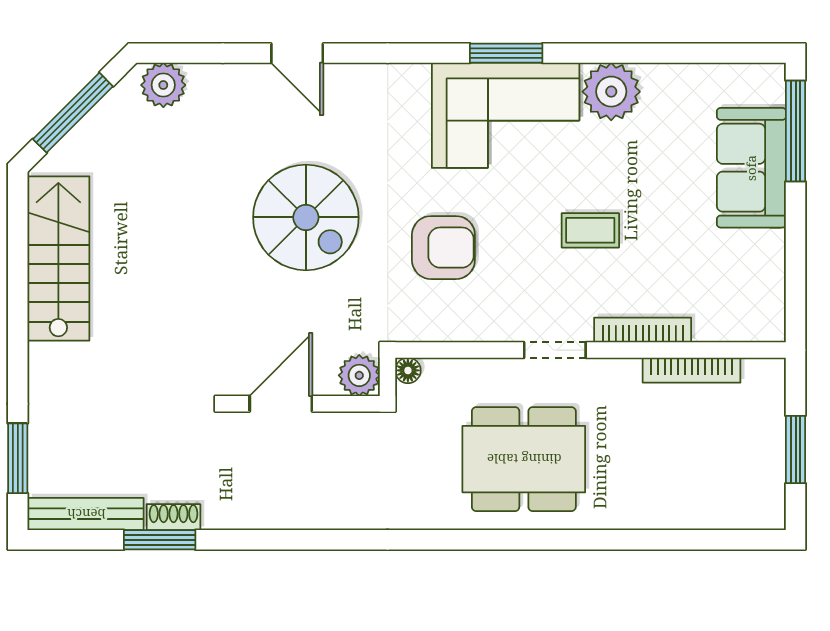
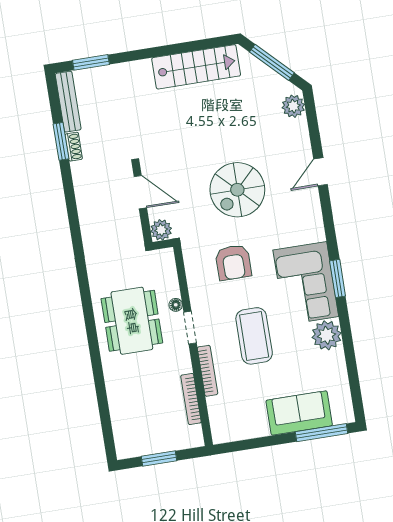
coffee table: (590, 230) -> (254, 336), width x1.86, depth x1.72
floor lamp: (408, 370) -> (176, 305), moved

